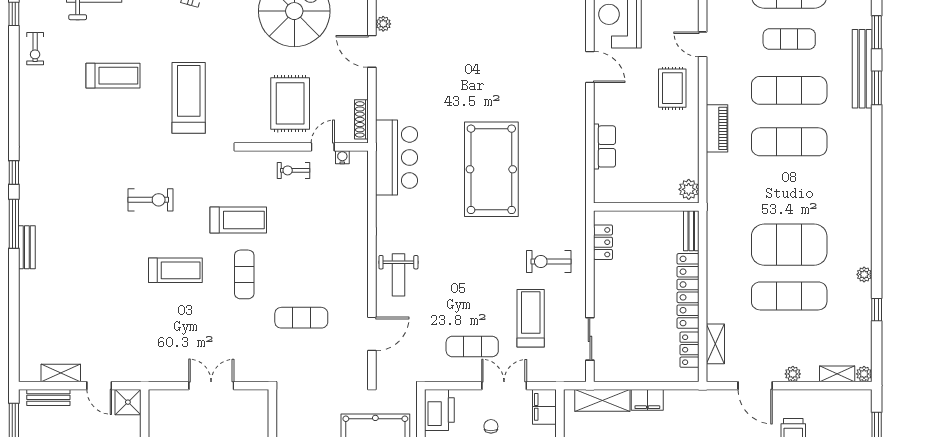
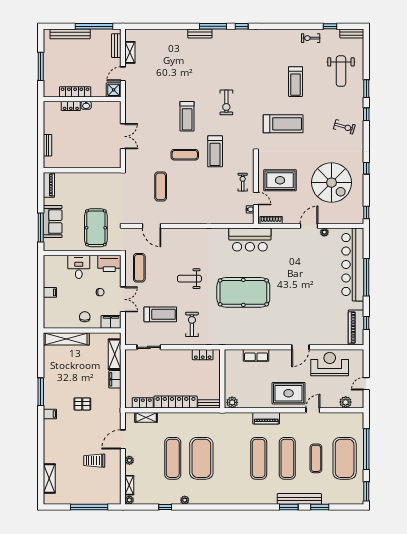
rug: (672, 88) -> (289, 393), width x1.36, depth x1.43
weight bench: (398, 275) -> (189, 279), moved
exercise mat: (472, 346) -> (139, 268), moved

